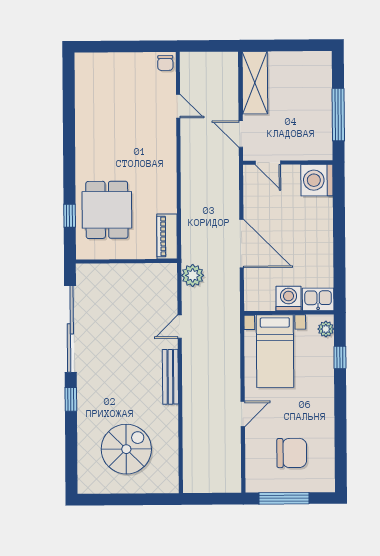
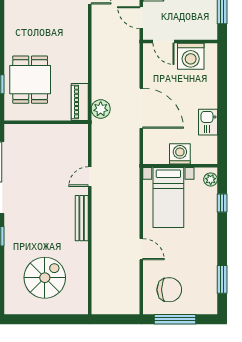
washing machine: (317, 180) -> (191, 56), moved, turned -90
plant: (193, 275) -> (101, 109), moved
kitchen sink: (318, 299) -> (208, 122), moved, turned -90
door: (243, 414) -> (141, 249), hinge flipped
window: (341, 450) -> (222, 279), added
chair: (292, 453) -> (169, 290), moved

